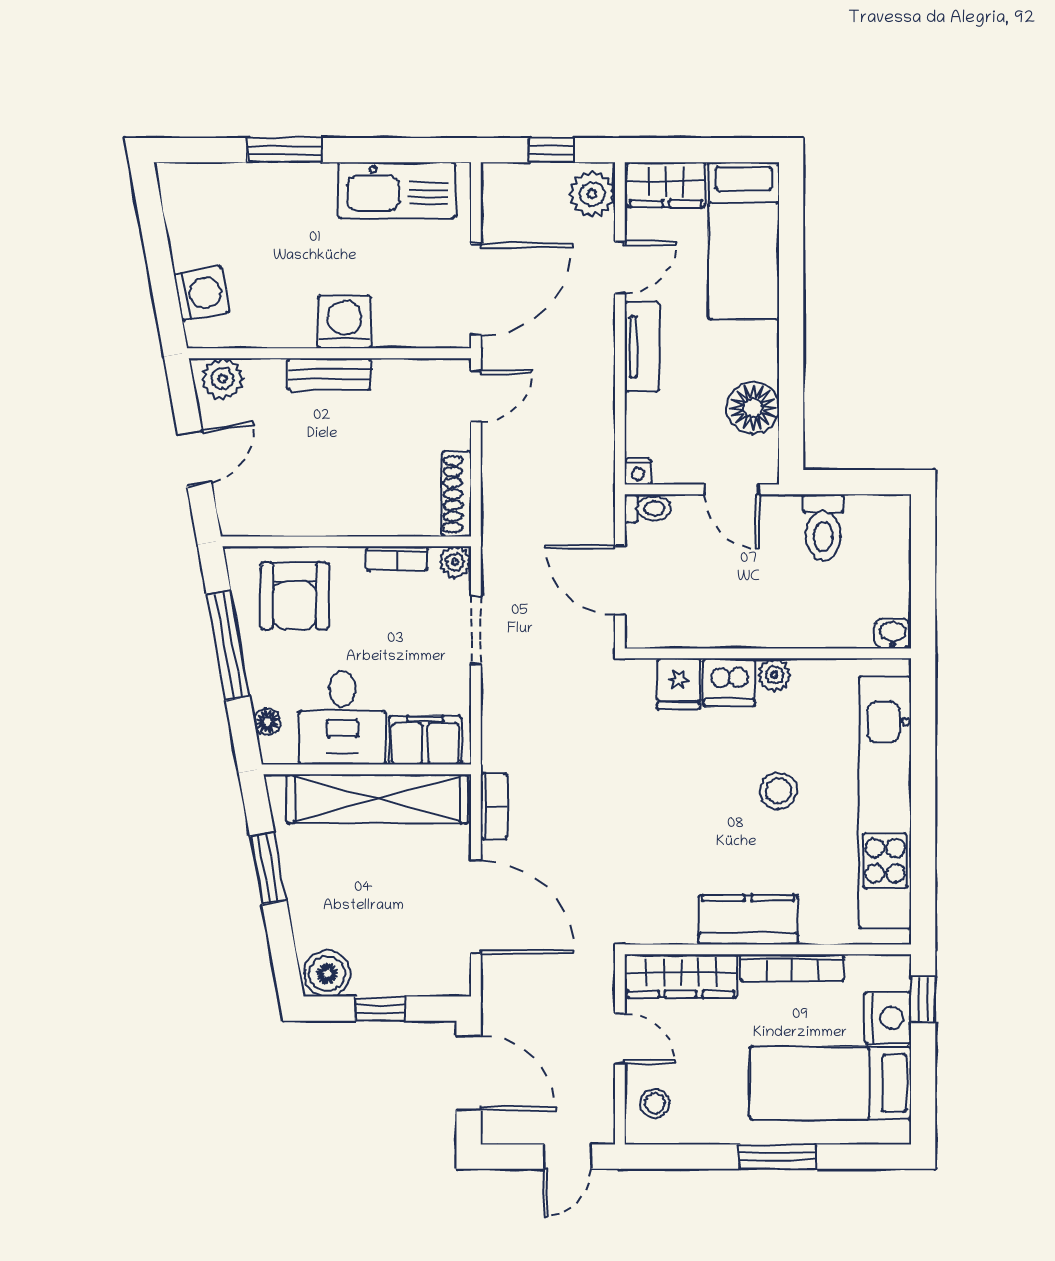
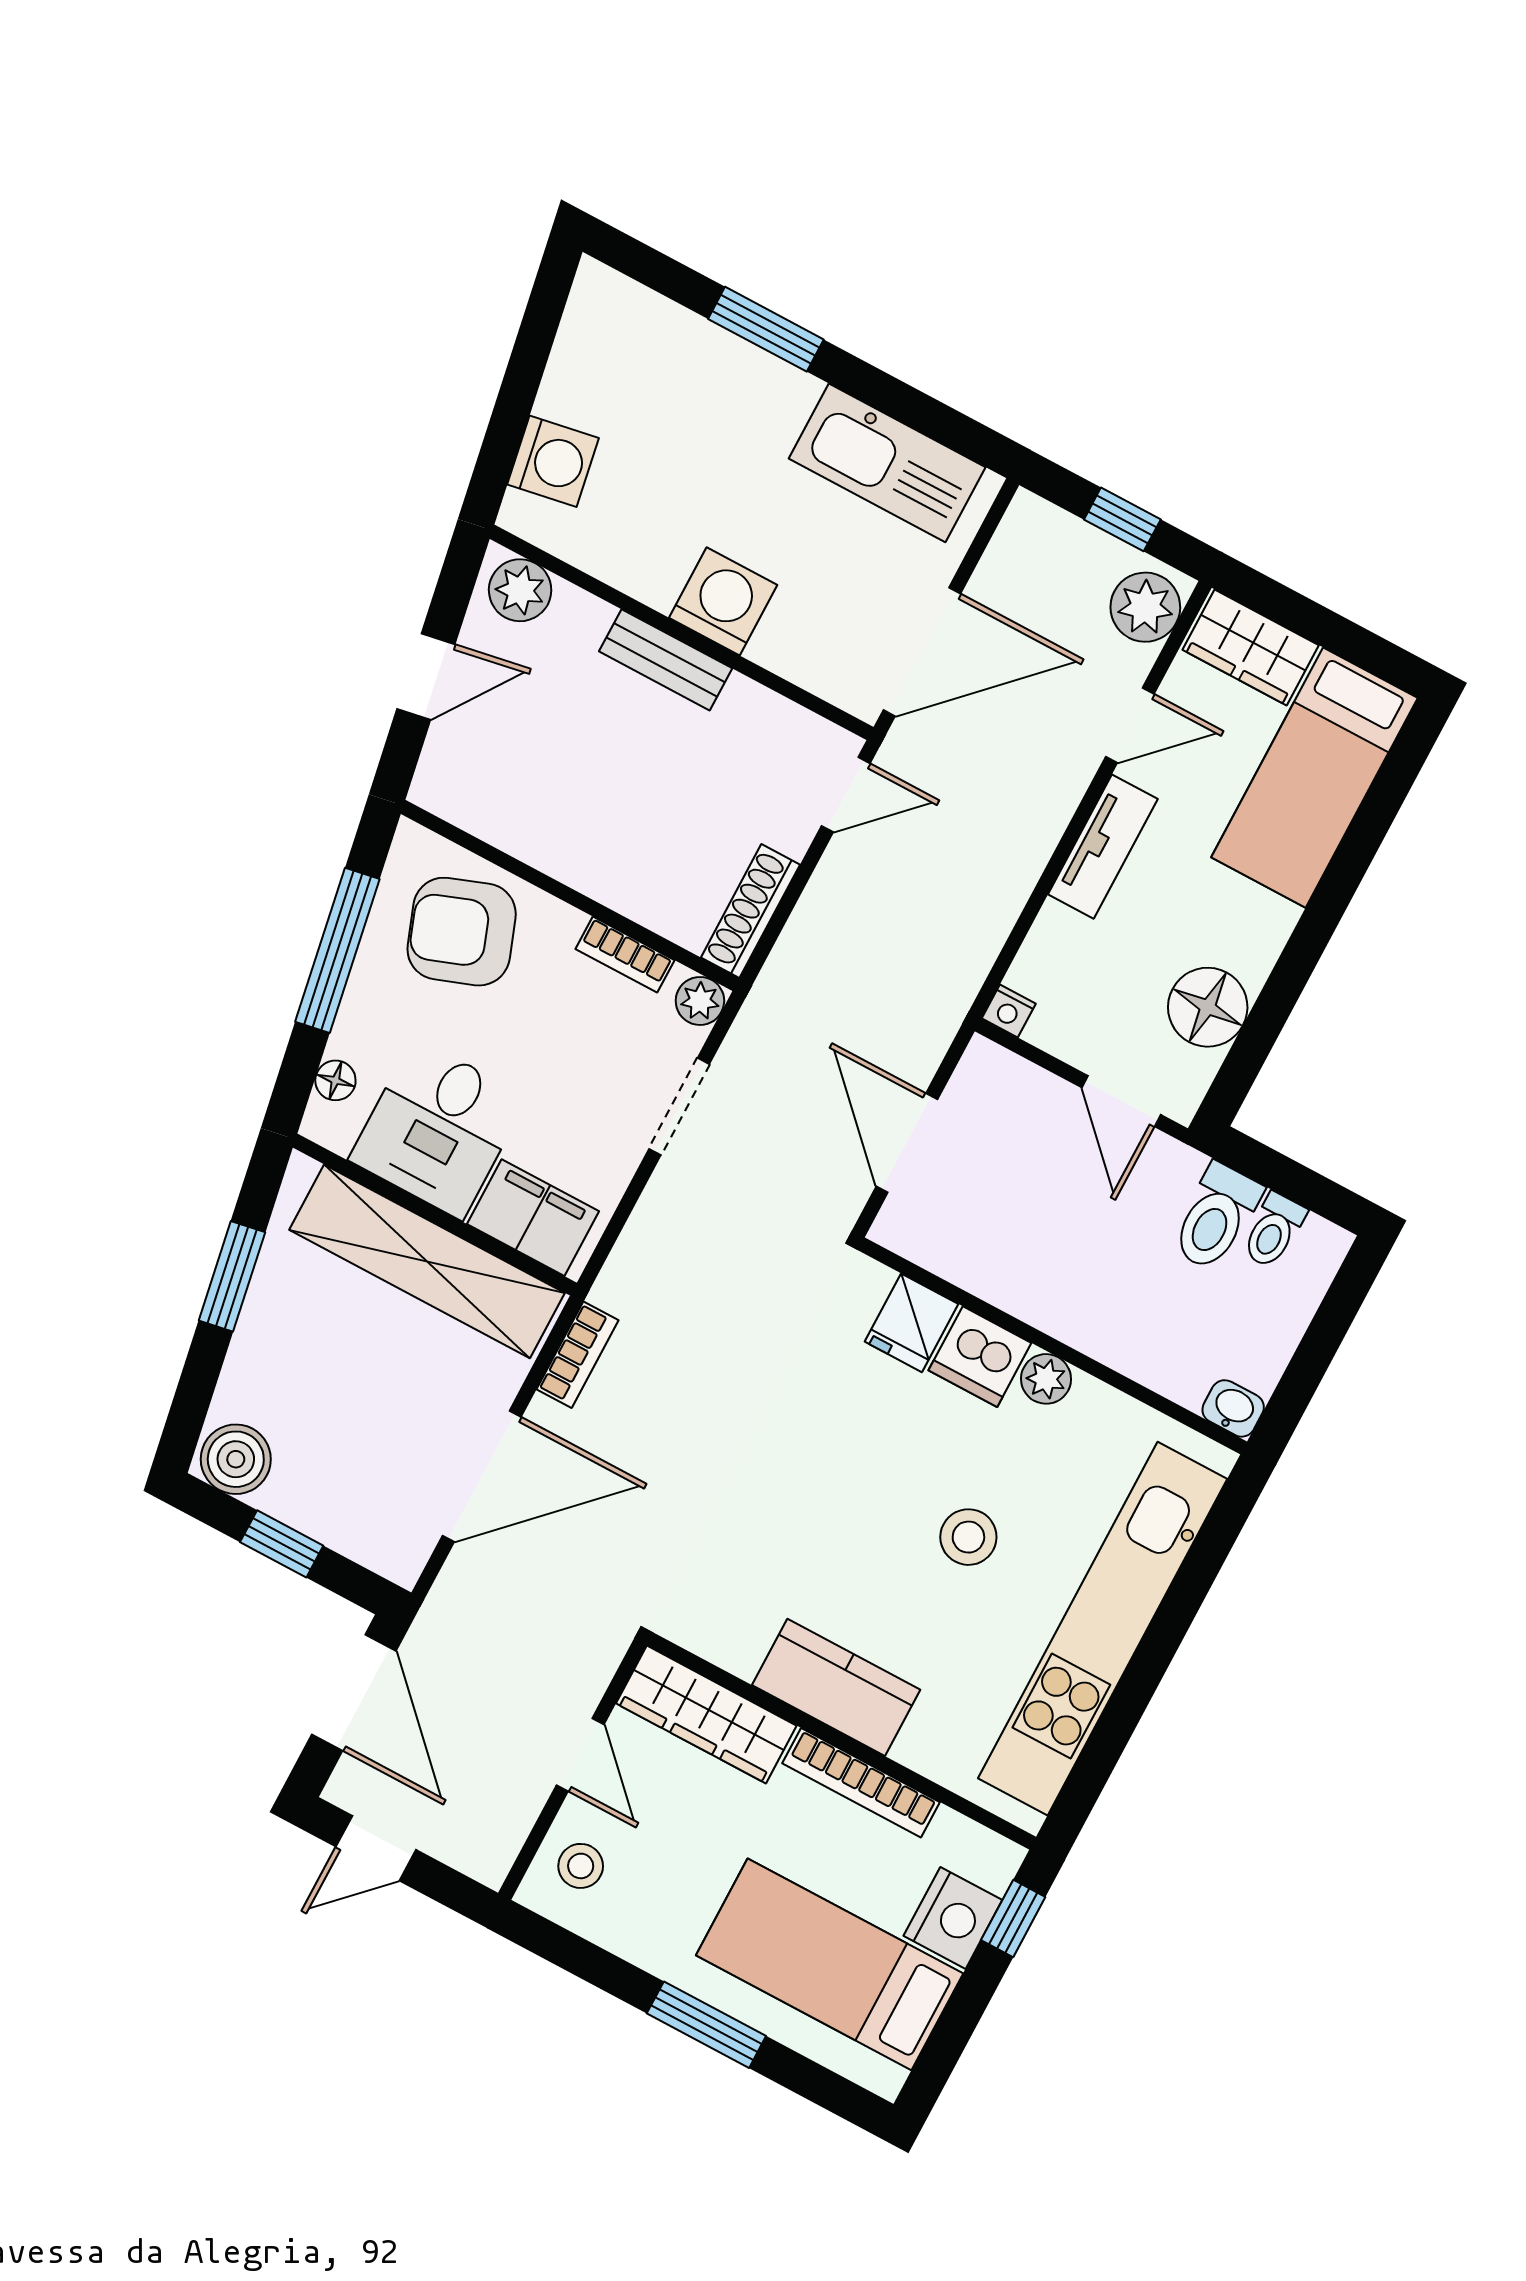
toilet: (648, 508) -> (1274, 1231), moved, turned 90
armchair: (295, 596) -> (462, 932), turned 70
door: (476, 907) -> (482, 1476), hinge flipped
door: (567, 1157) -> (376, 1848), moved

